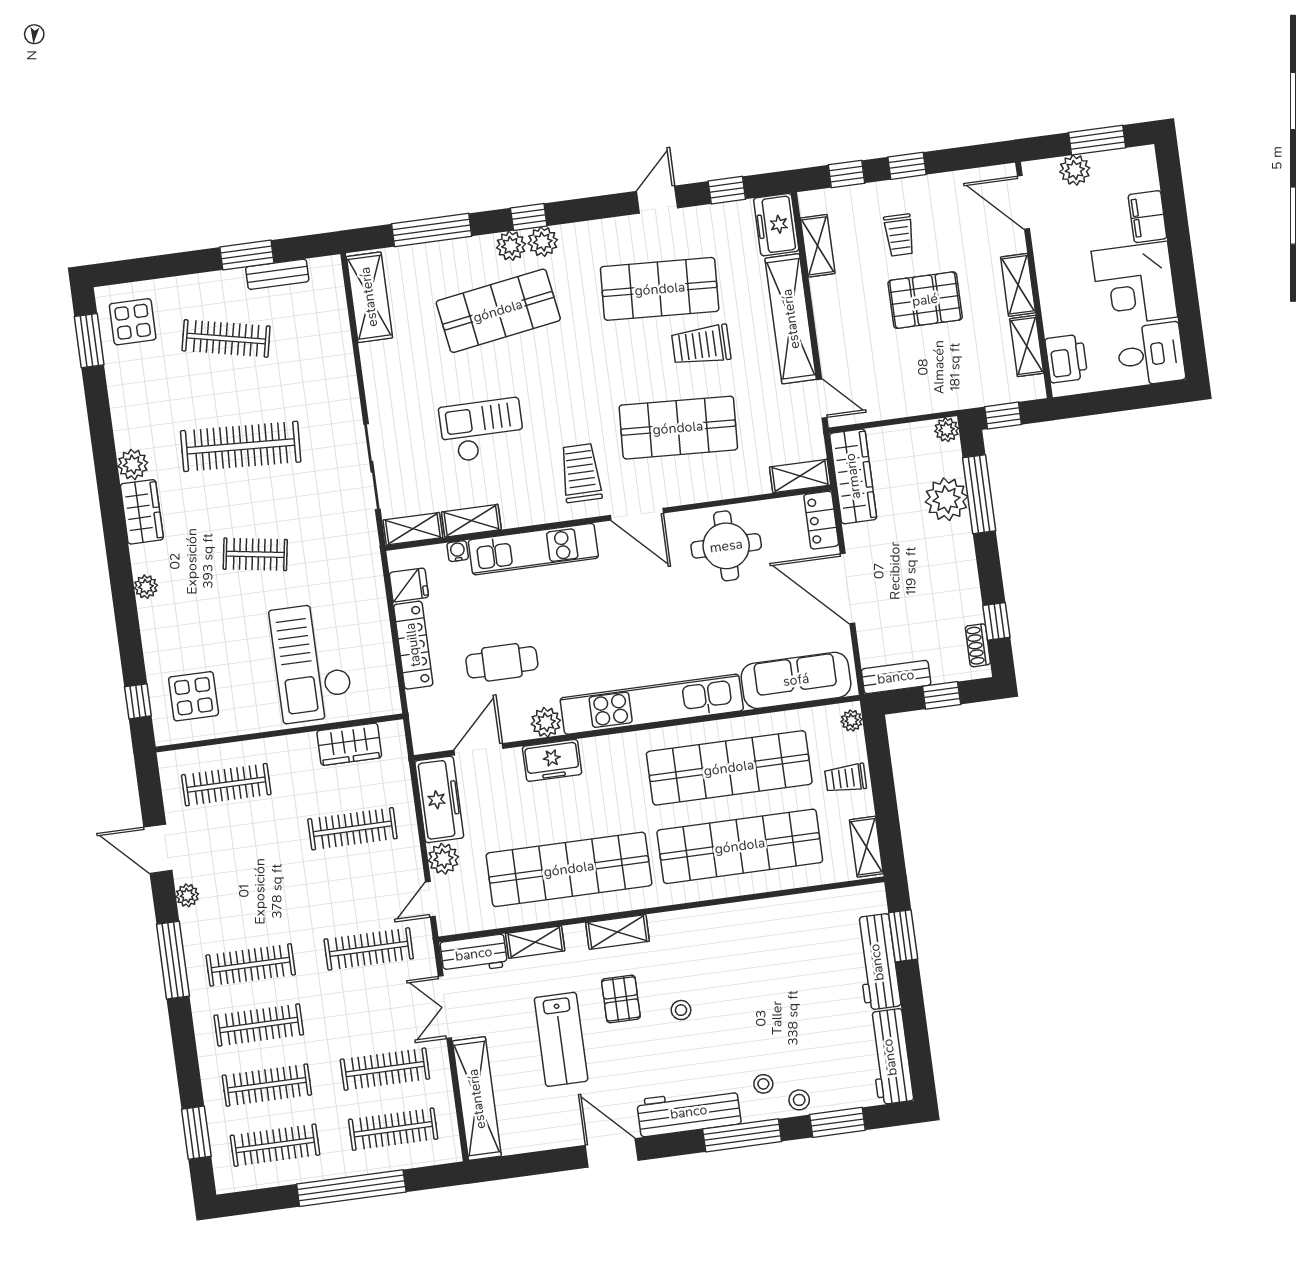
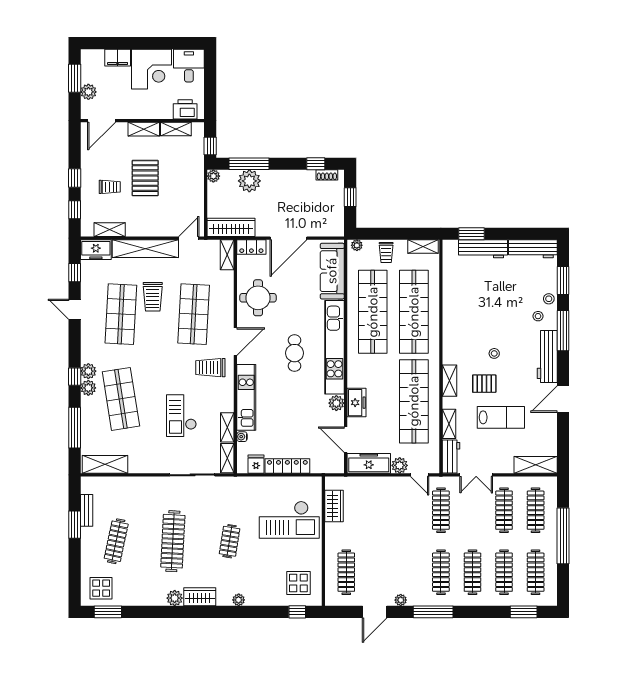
cafe table: (502, 662) -> (295, 353), moved
bench: (896, 677) -> (337, 219), removed
clothes rail: (352, 829) -> (378, 510), removed
shelving: (477, 1099) -> (536, 465), width x0.68

